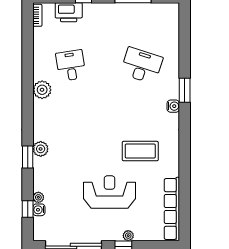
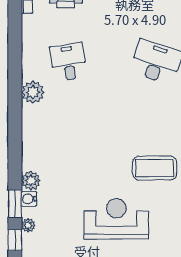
plant: (41, 149) -> (31, 181), moved
window: (28, 157) -> (15, 204), moved
water cooler: (39, 210) -> (29, 199), moved

